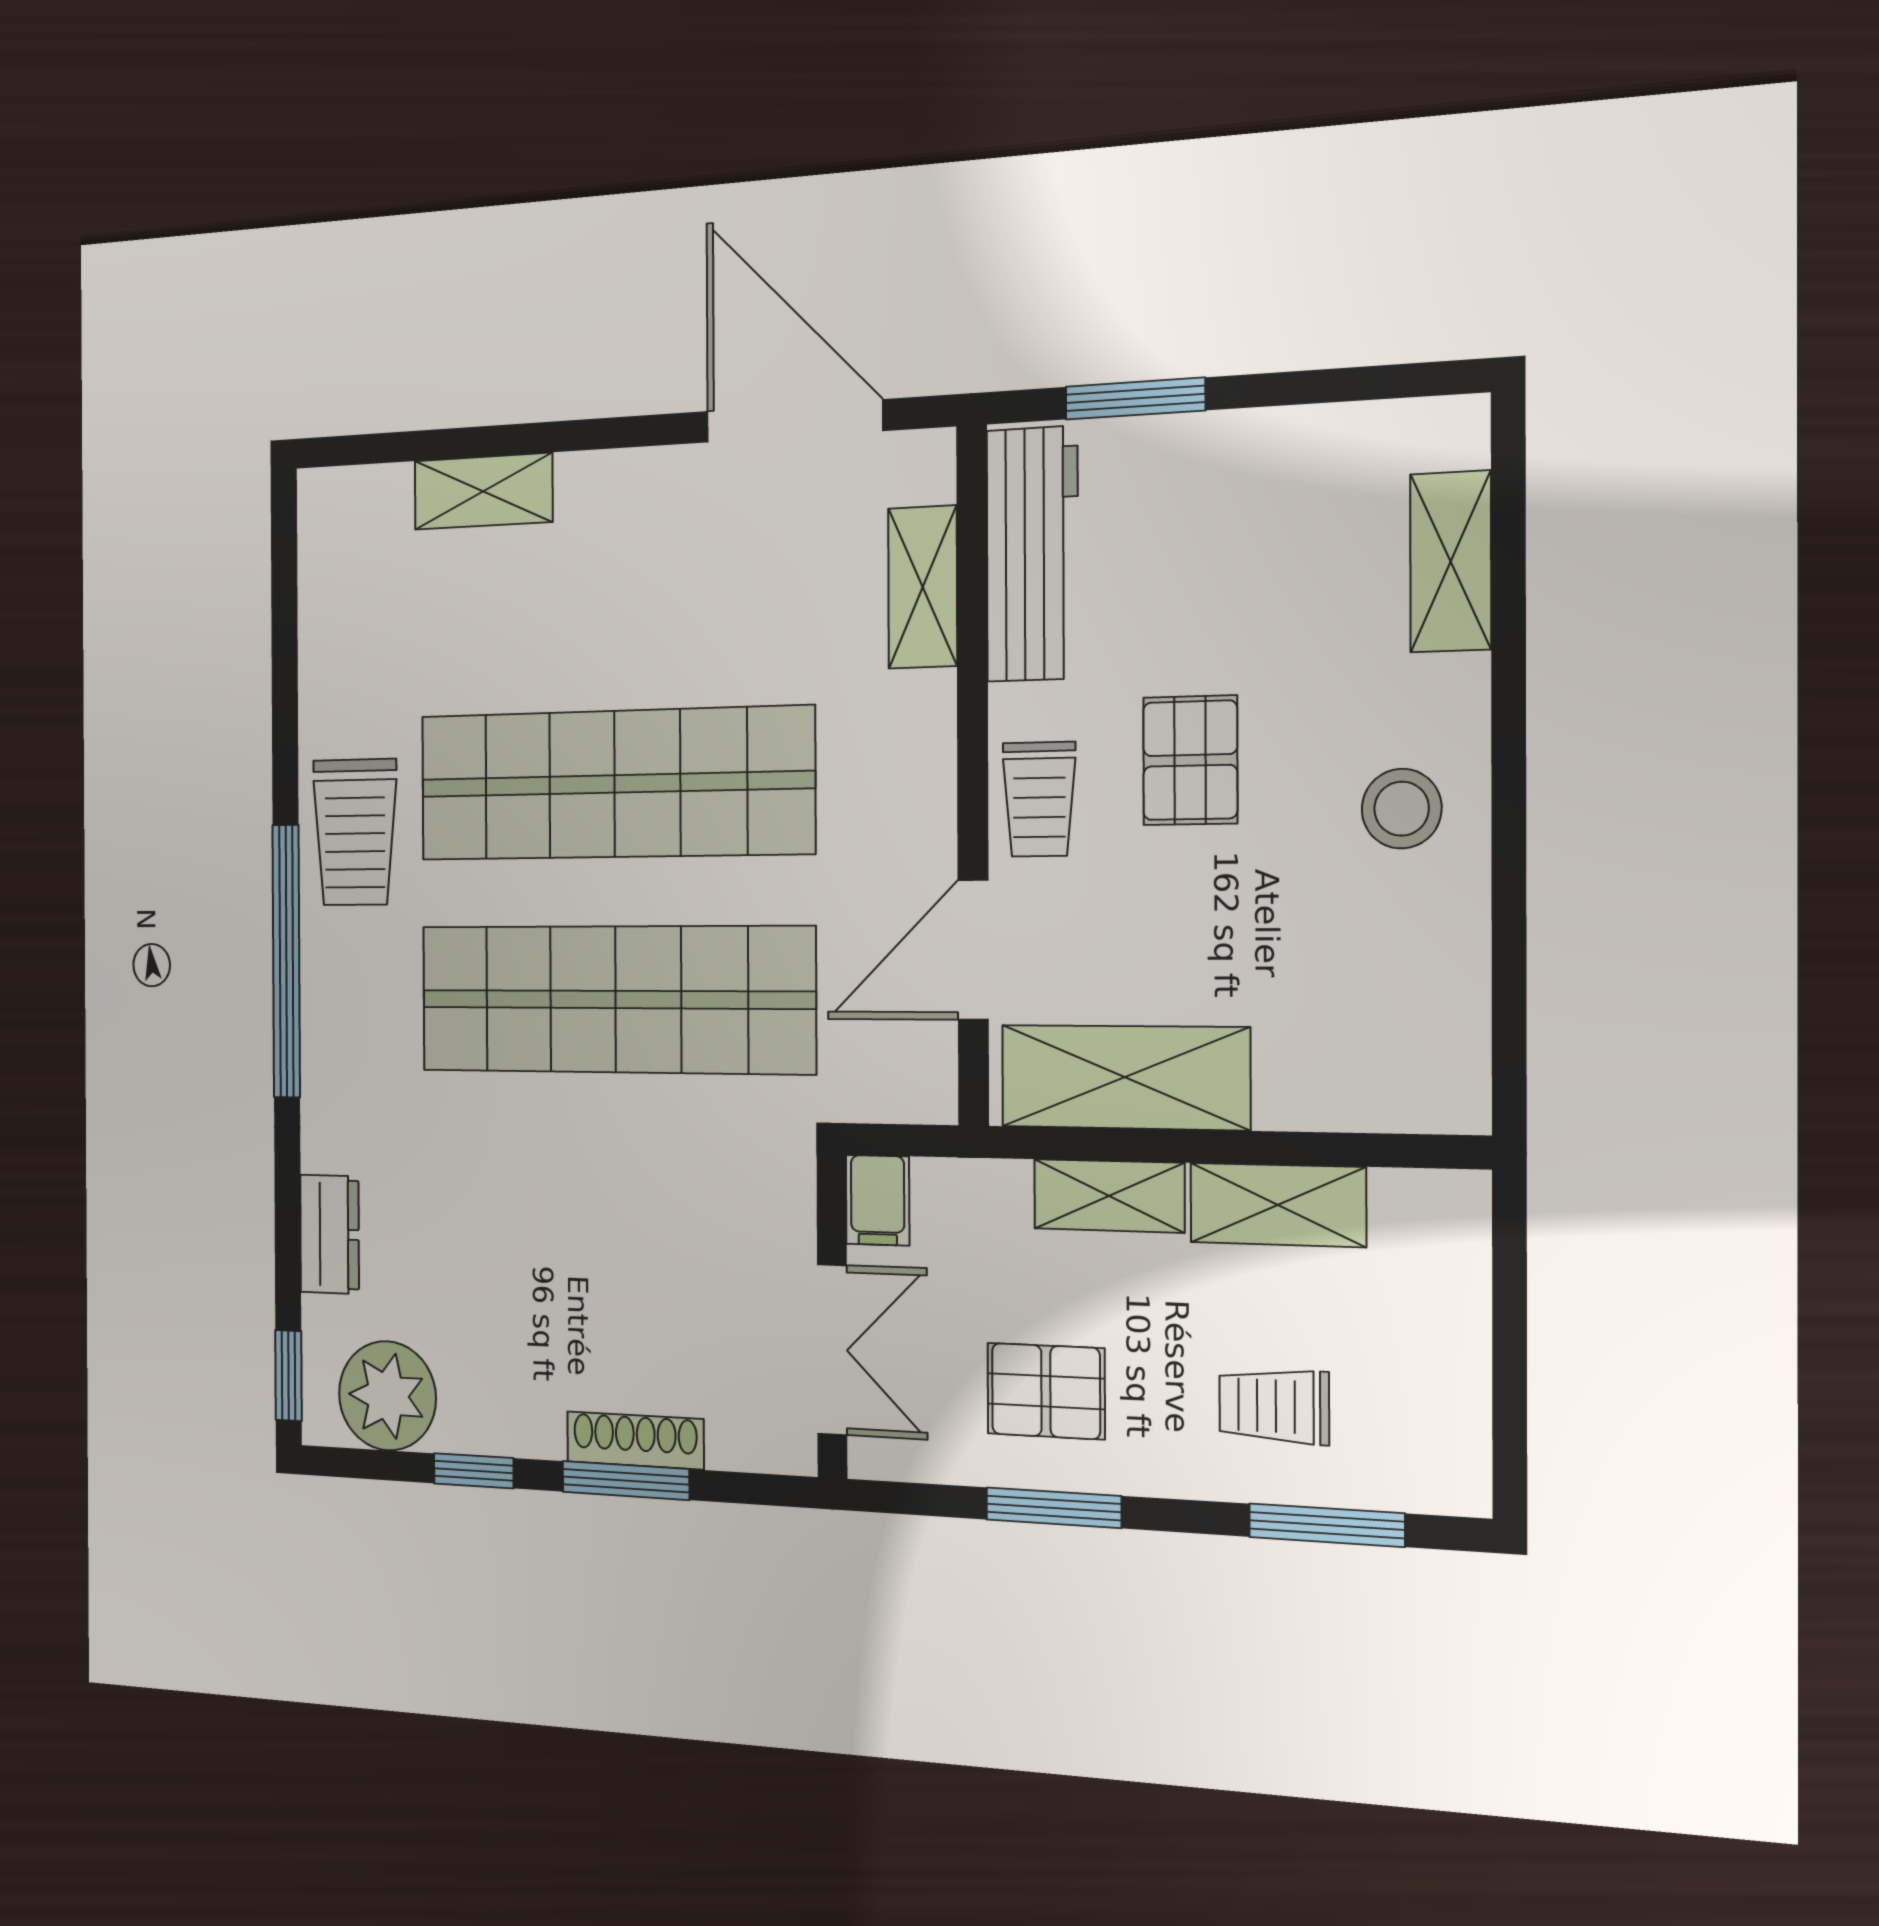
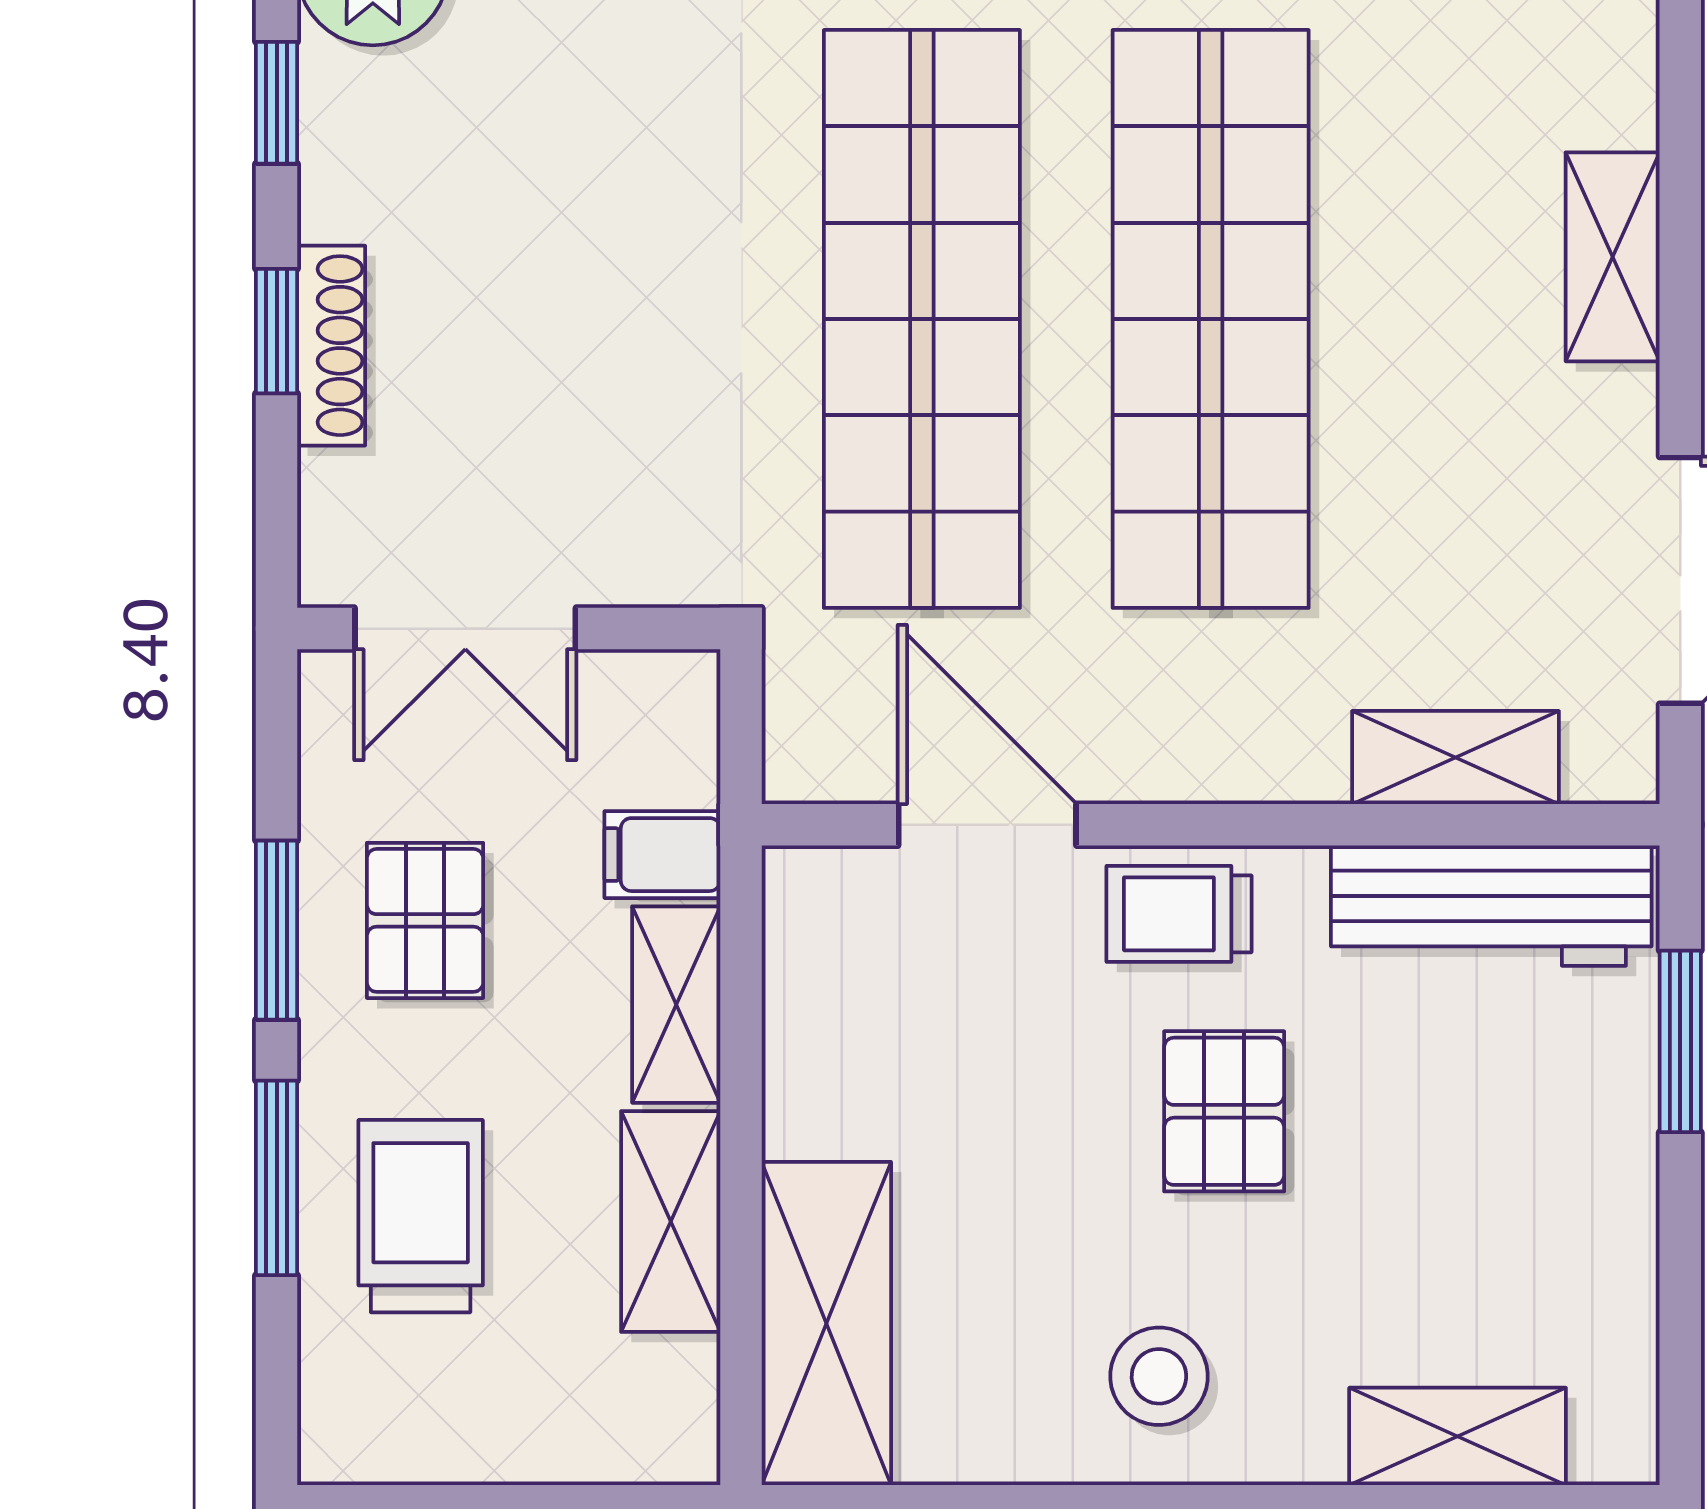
shelving: (483, 491) -> (1613, 257), moved
pallet: (1190, 760) -> (1224, 1111), turned 90
shelving: (1125, 1077) -> (826, 1324), moved
filing cabinet: (878, 1200) -> (662, 855), moved
trolley: (1274, 1406) -> (421, 1216), width x1.36, depth x1.39
window: (626, 1480) -> (277, 331), width x0.67
window: (1327, 1525) -> (277, 1178), moved

